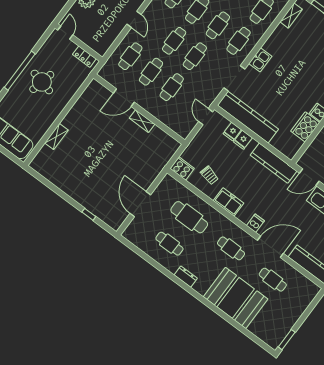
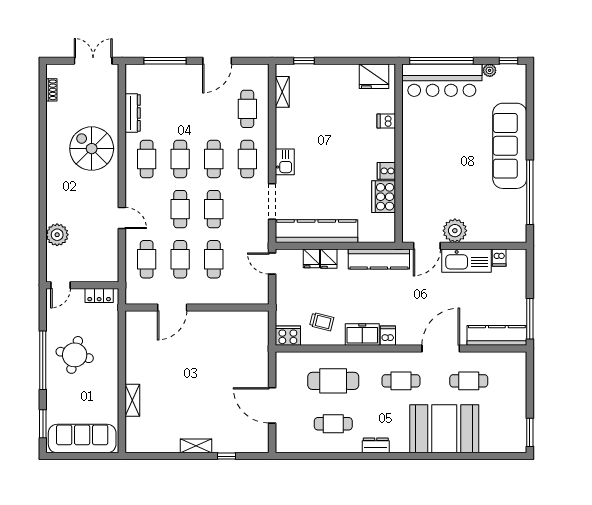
door: (65, 33) -> (61, 285), swing flipped
shelving: (142, 121) -> (196, 446), moved
dishwasher: (255, 223) -> (388, 336), moved

